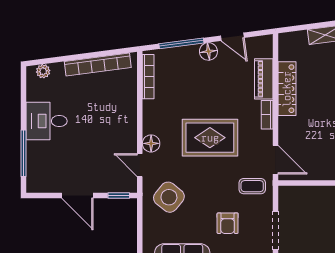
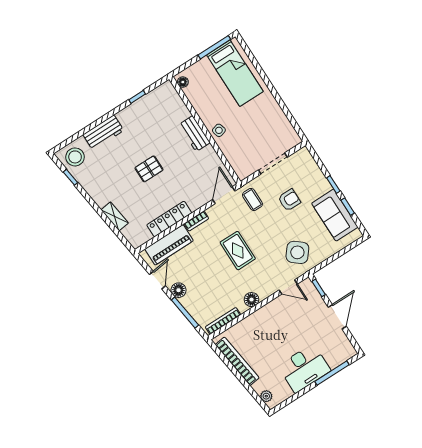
piano: (264, 79) -> (169, 245), width x1.37, depth x1.33
desk: (47, 121) -> (304, 368), width x1.37
rug: (210, 138) -> (238, 251), width x0.73, depth x0.70
floor lamp: (151, 143) -> (251, 300), moved
door: (140, 165) -> (288, 287), hinge flipped

